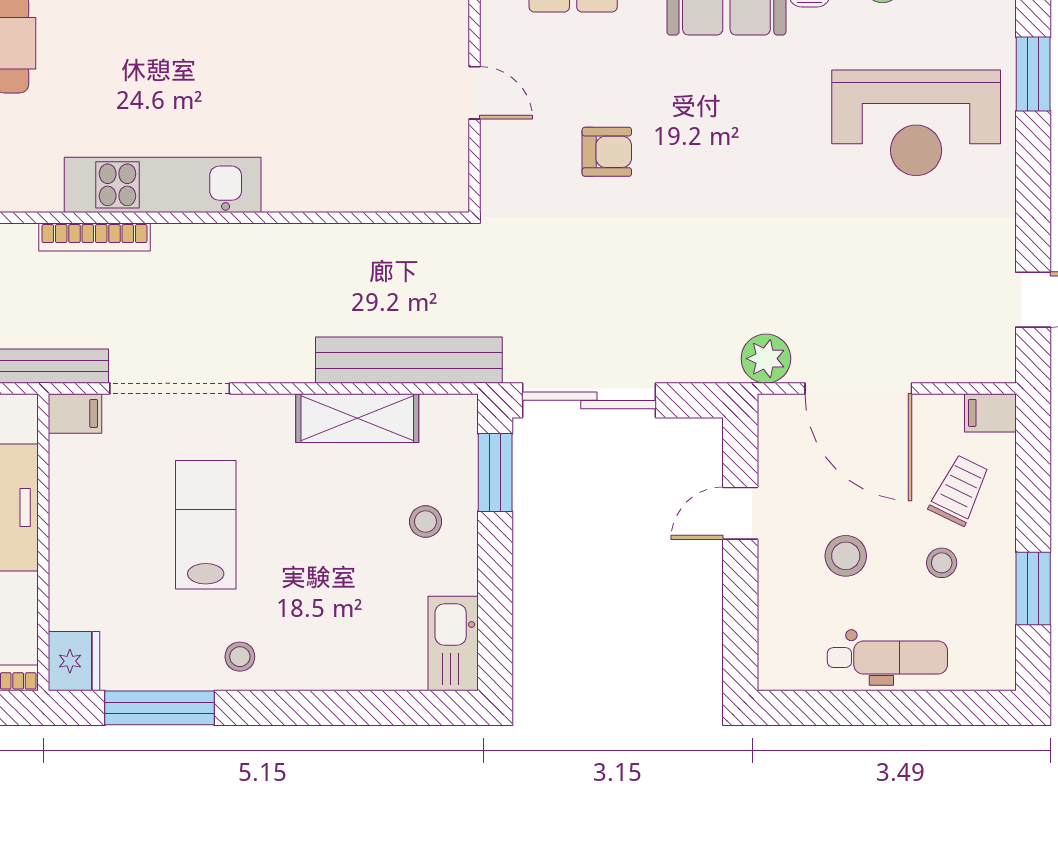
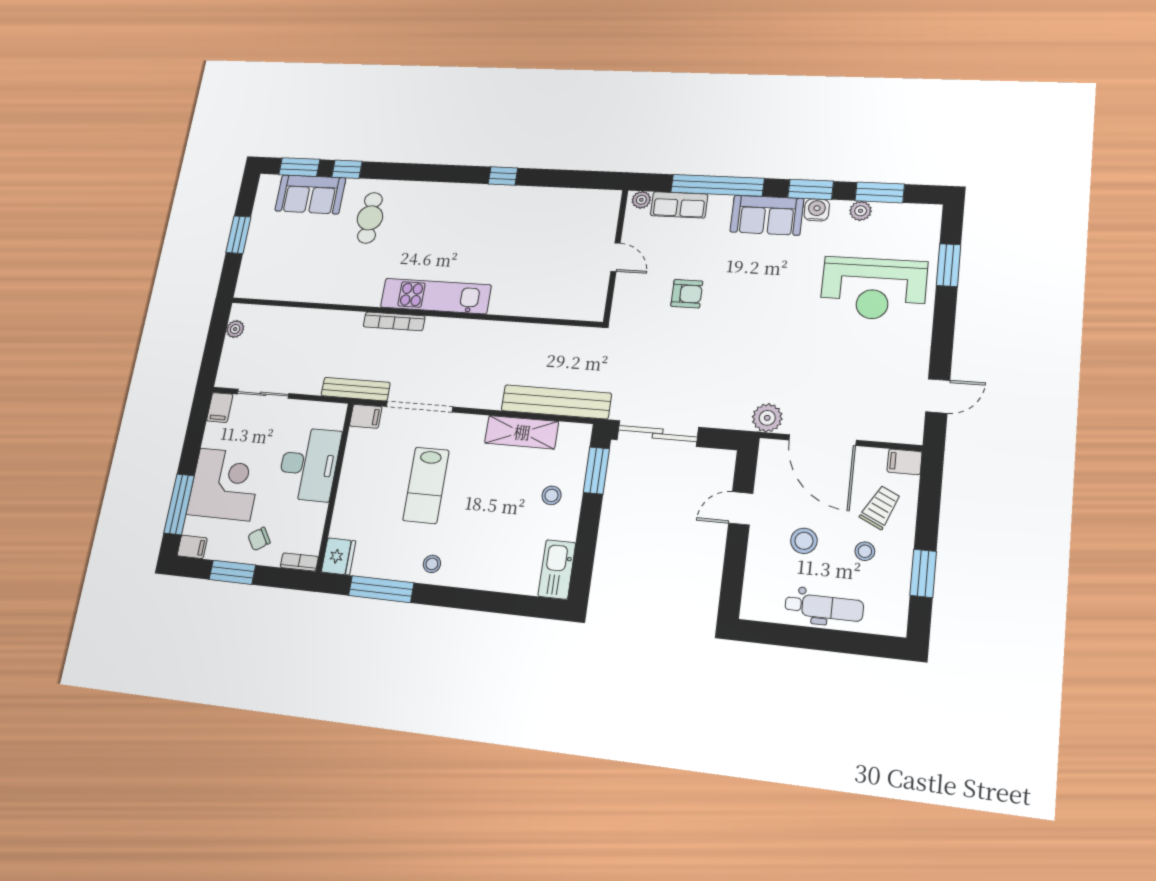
lab bench: (206, 525) -> (426, 485), turned 180

